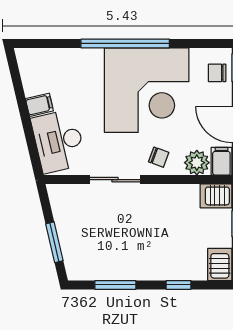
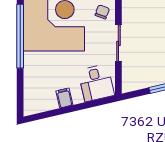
desk: (59, 141) -> (96, 83), width x0.73

